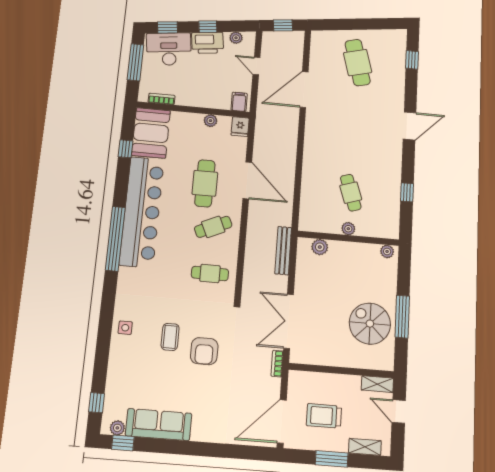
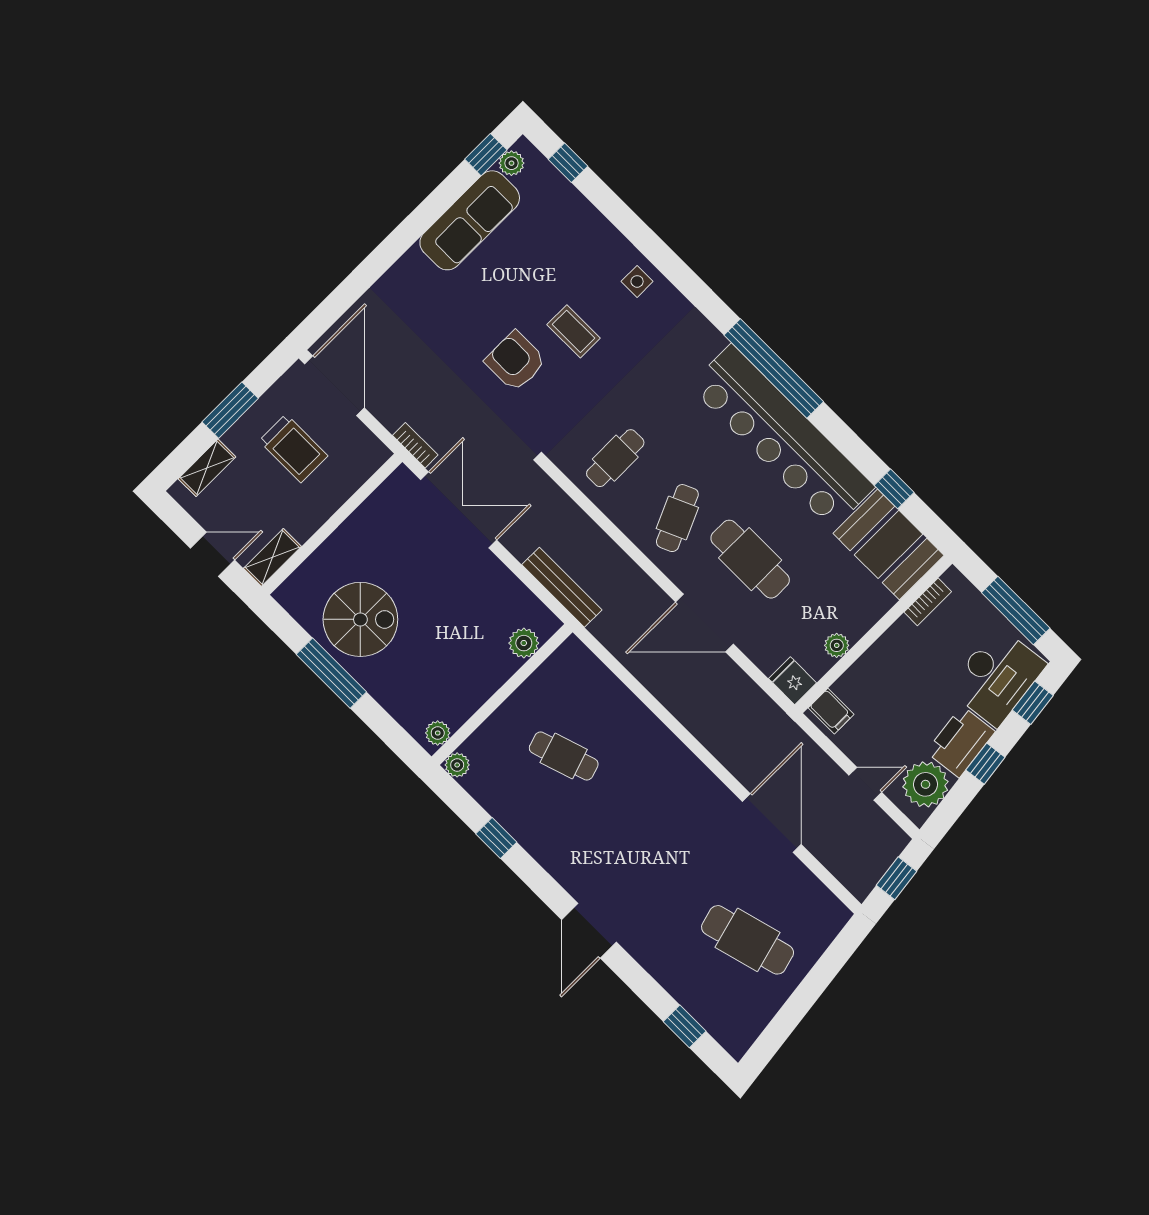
plant: (236, 38) -> (925, 784), width x1.87, depth x1.87
plant: (348, 229) -> (457, 765), moved
trolley: (324, 416) -> (293, 448), turned 90

